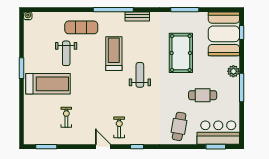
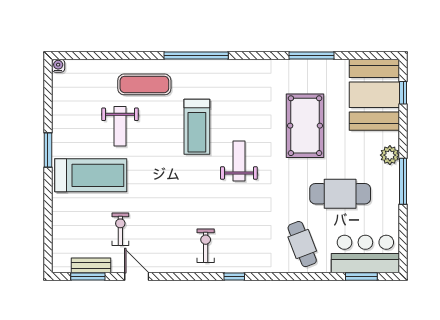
bench: (137, 16) -> (91, 265), moved
treadmill: (114, 54) -> (197, 127), turned 180
cafe table: (203, 95) -> (340, 194), width x1.37, depth x1.35
cafe table: (179, 126) -> (302, 244), turned -31
door: (103, 147) -> (137, 277), moved

